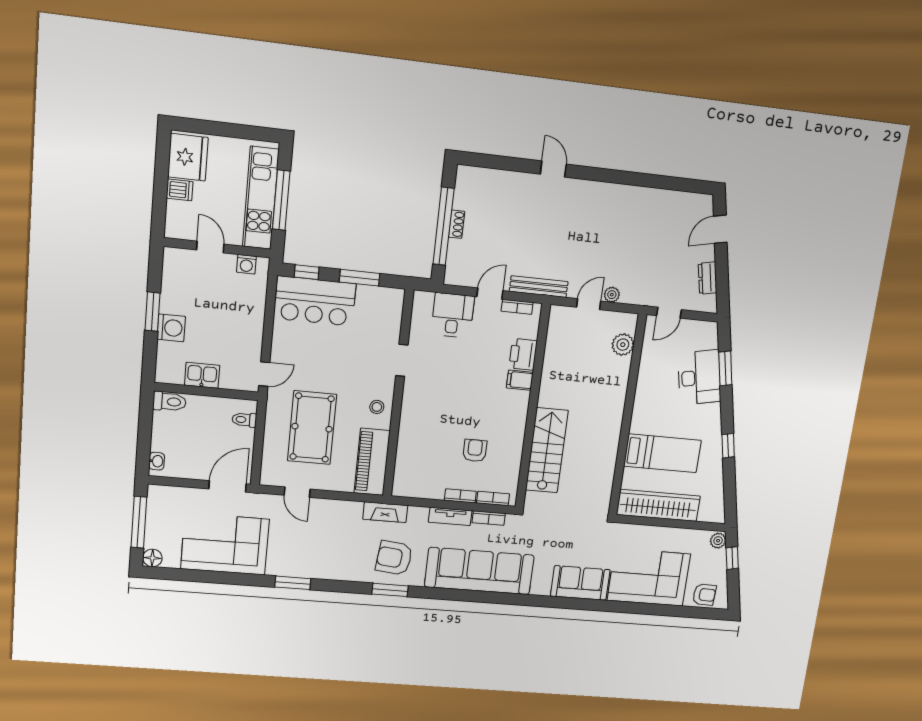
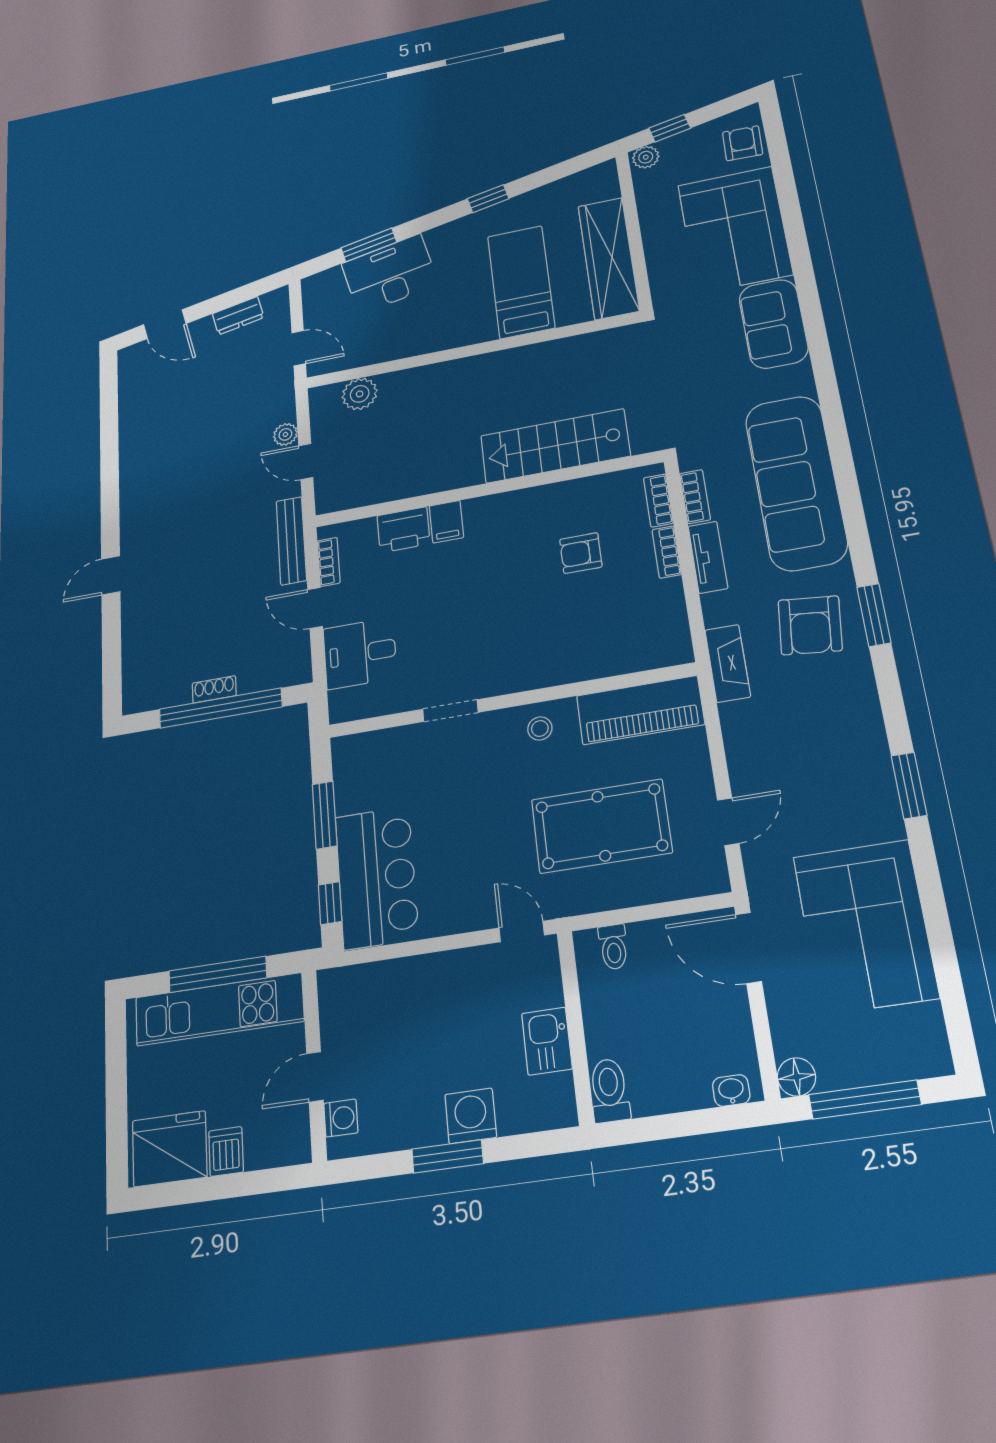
washing machine: (246, 264) -> (341, 1118), moved
floor lamp: (152, 558) -> (797, 1077), moved

